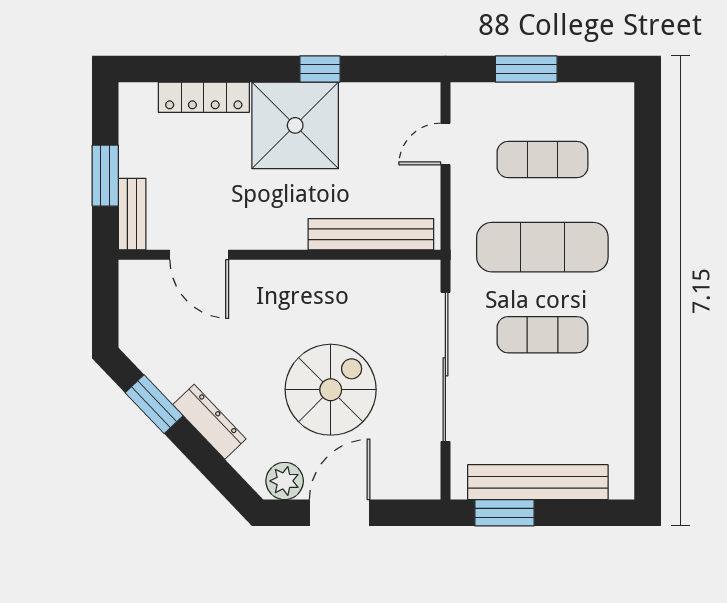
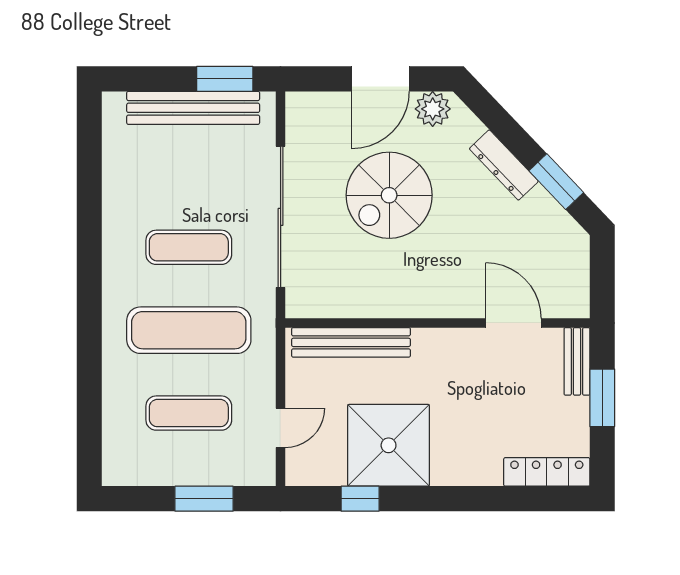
window: (320, 69) -> (360, 499), moved
locker: (204, 97) -> (547, 472), moved
shower: (295, 125) -> (389, 445), moved

